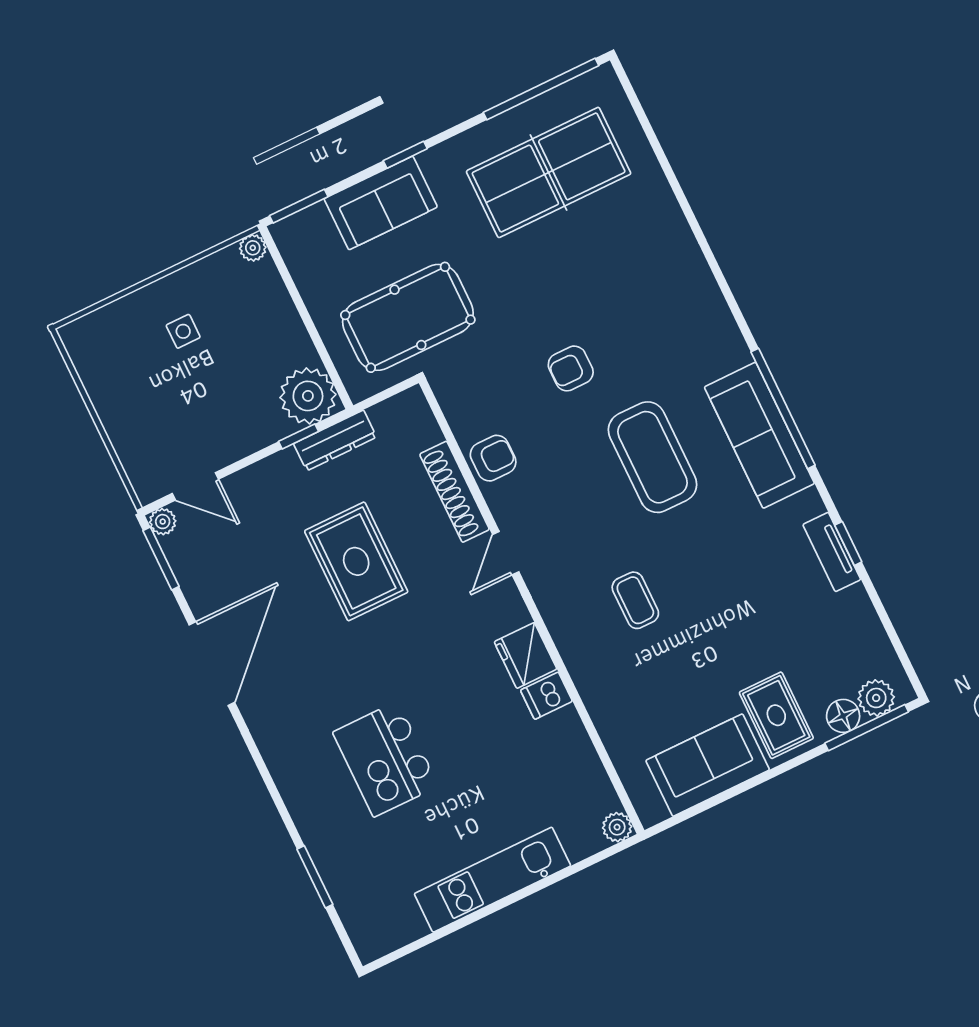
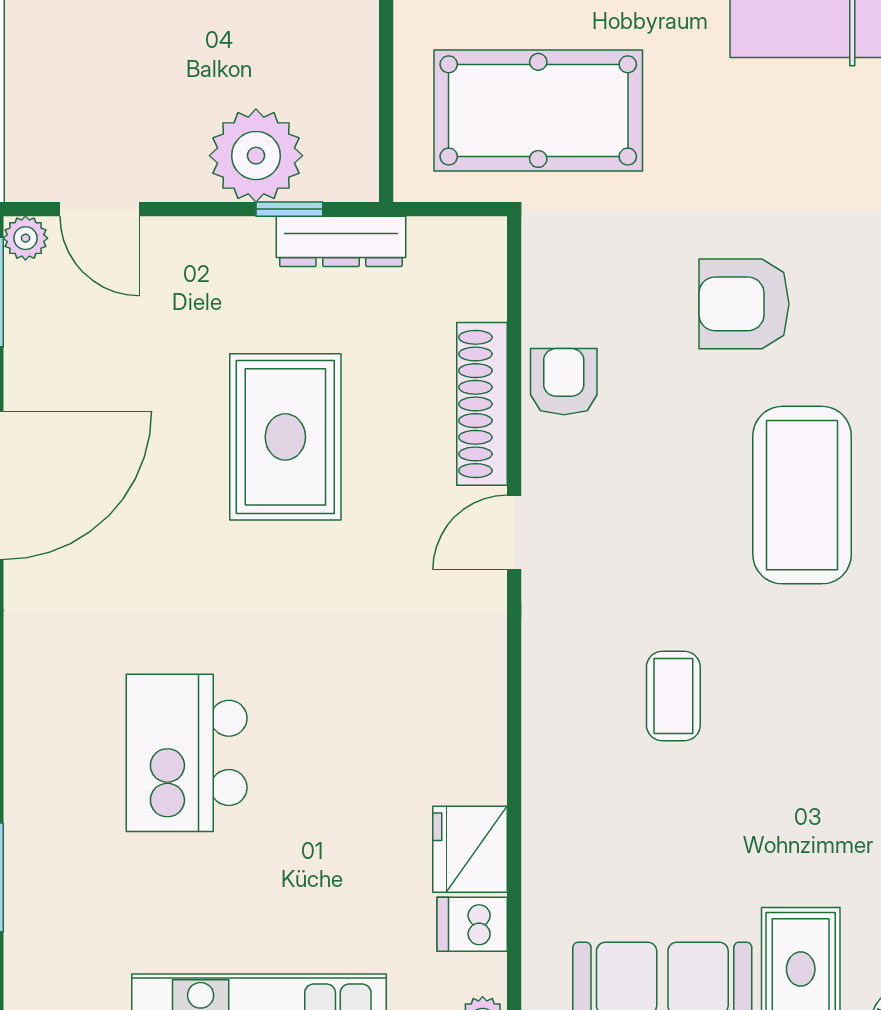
armchair: (571, 368) -> (744, 304), width x1.38, depth x1.38
plant: (308, 396) -> (256, 156), moved
armchair: (493, 458) -> (564, 382), turned -90
fridge: (526, 655) -> (470, 849), moved
dishwasher: (546, 696) -> (472, 924), moved

